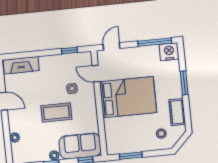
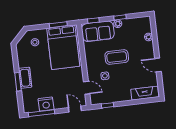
door: (112, 46) -> (75, 109), swing flipped
nightstand: (169, 52) -> (46, 104), moved
bed: (128, 97) -> (63, 47), moved, turned -90
cot: (177, 112) -> (25, 78), moved

